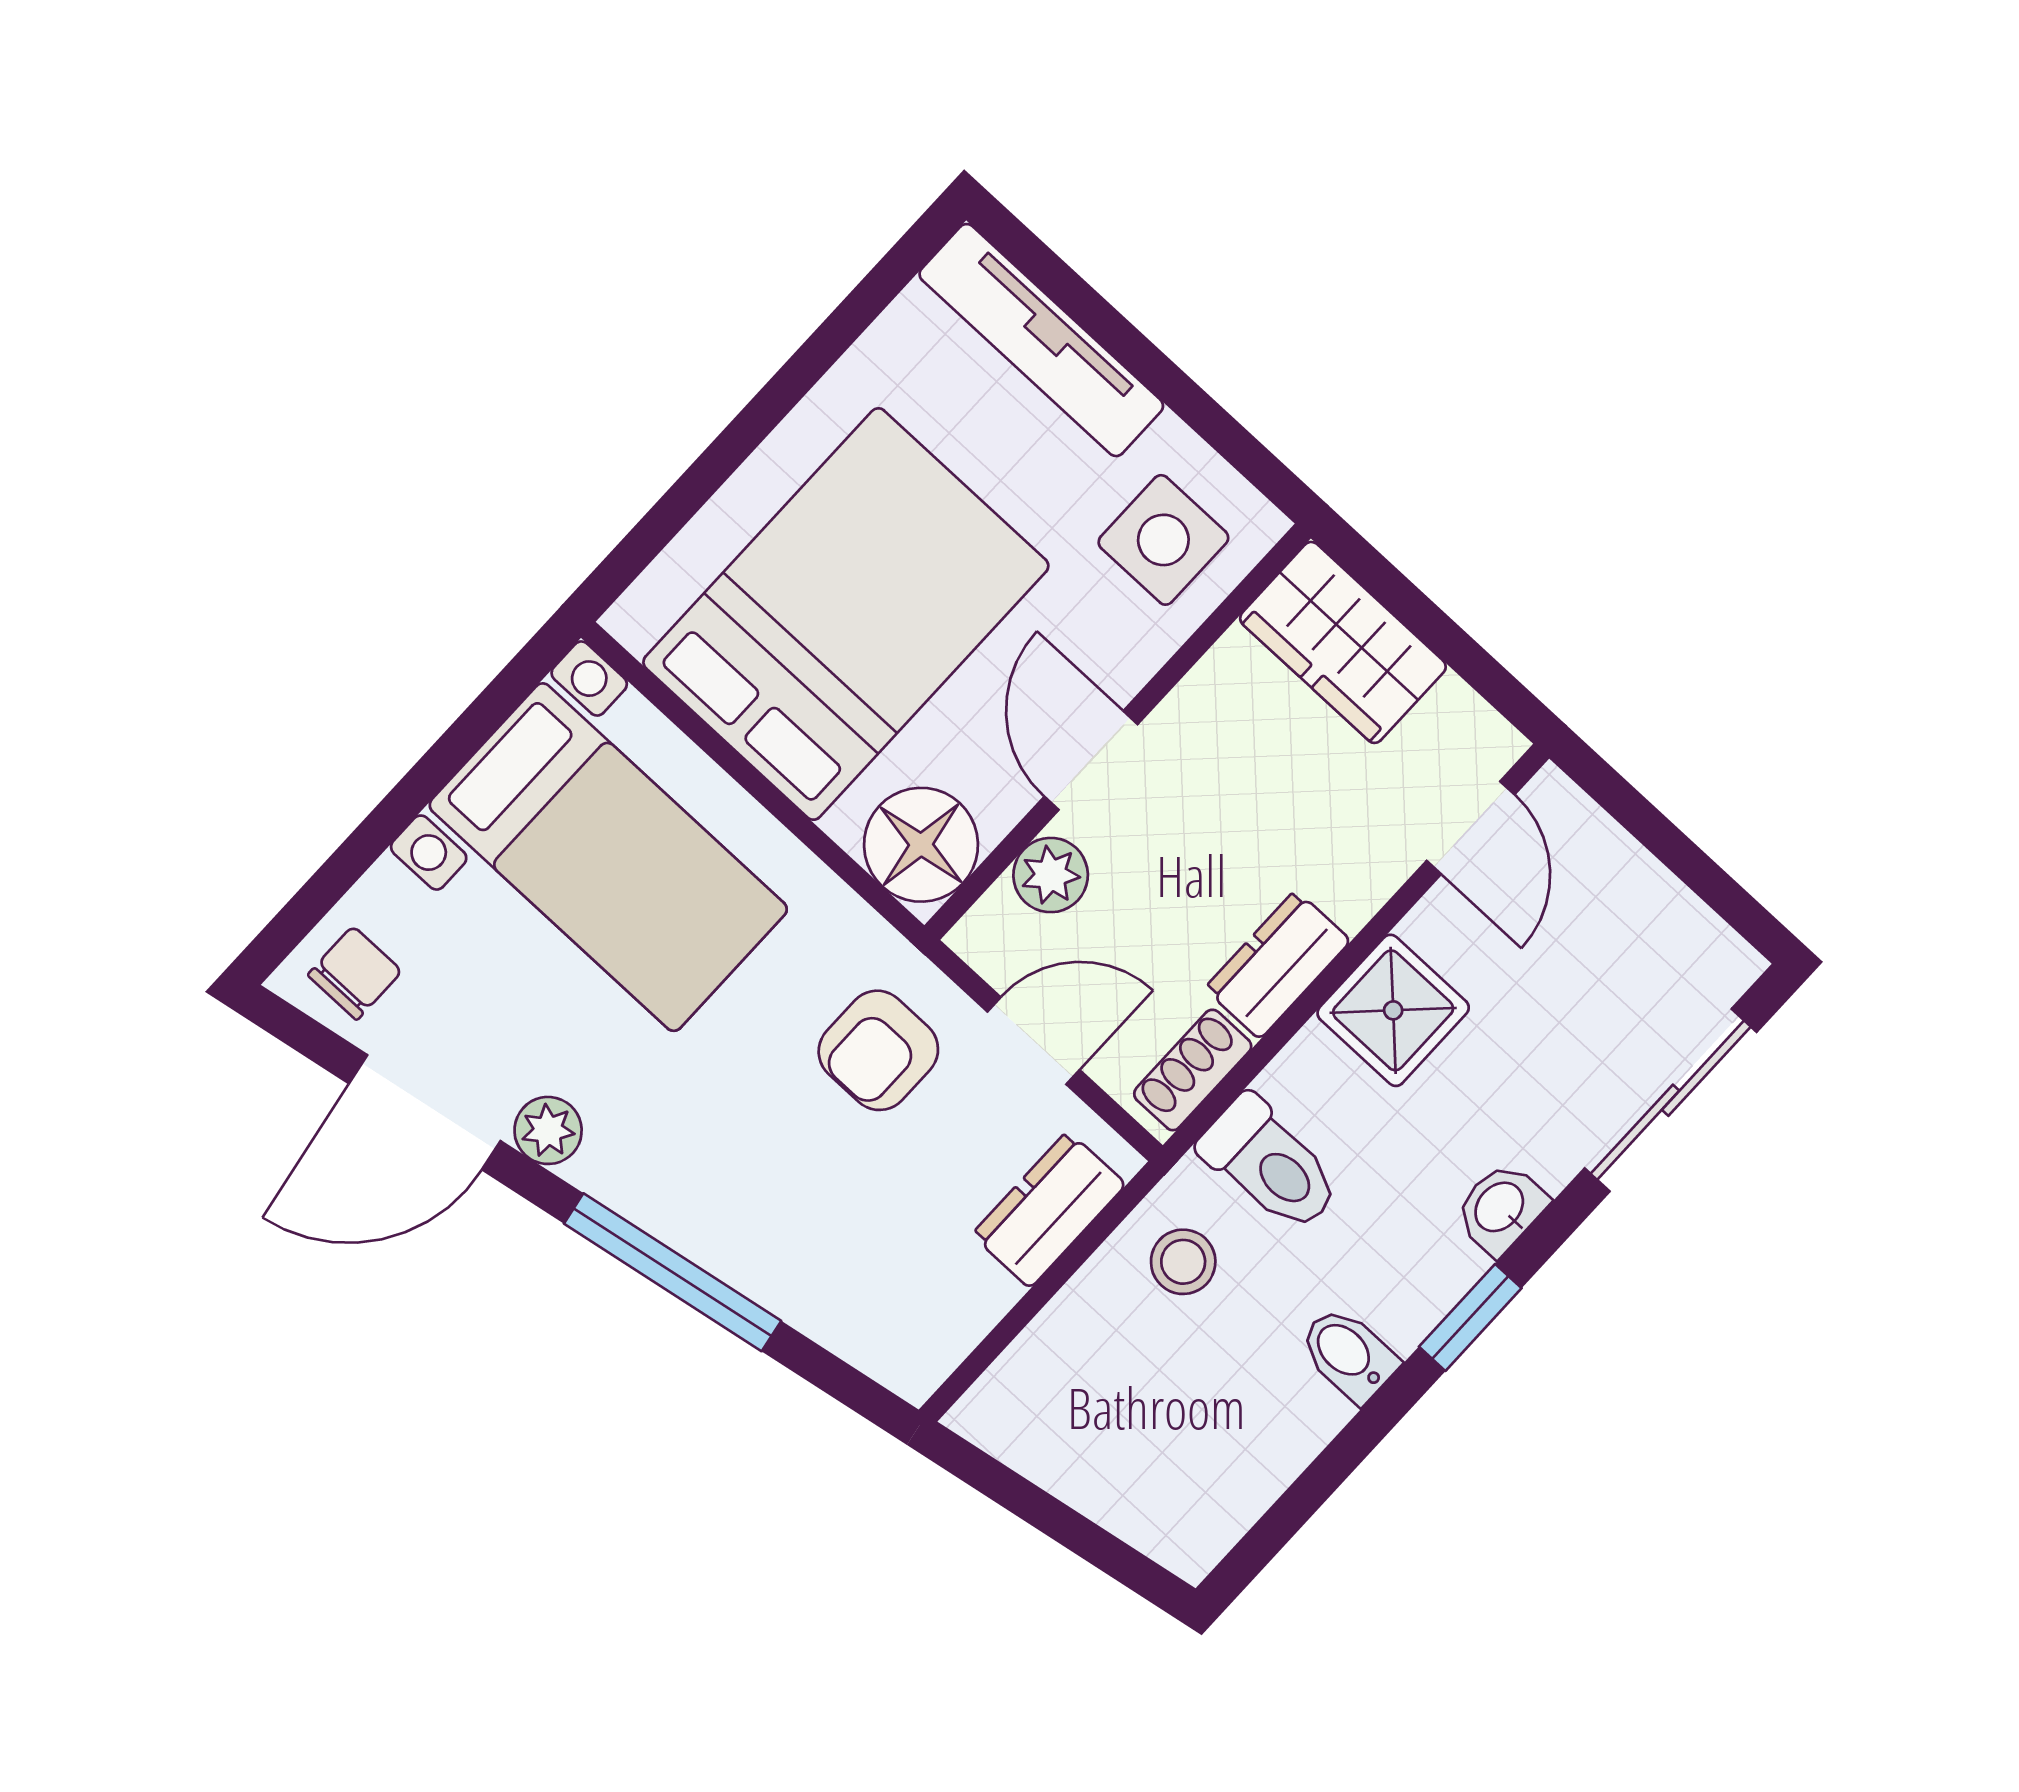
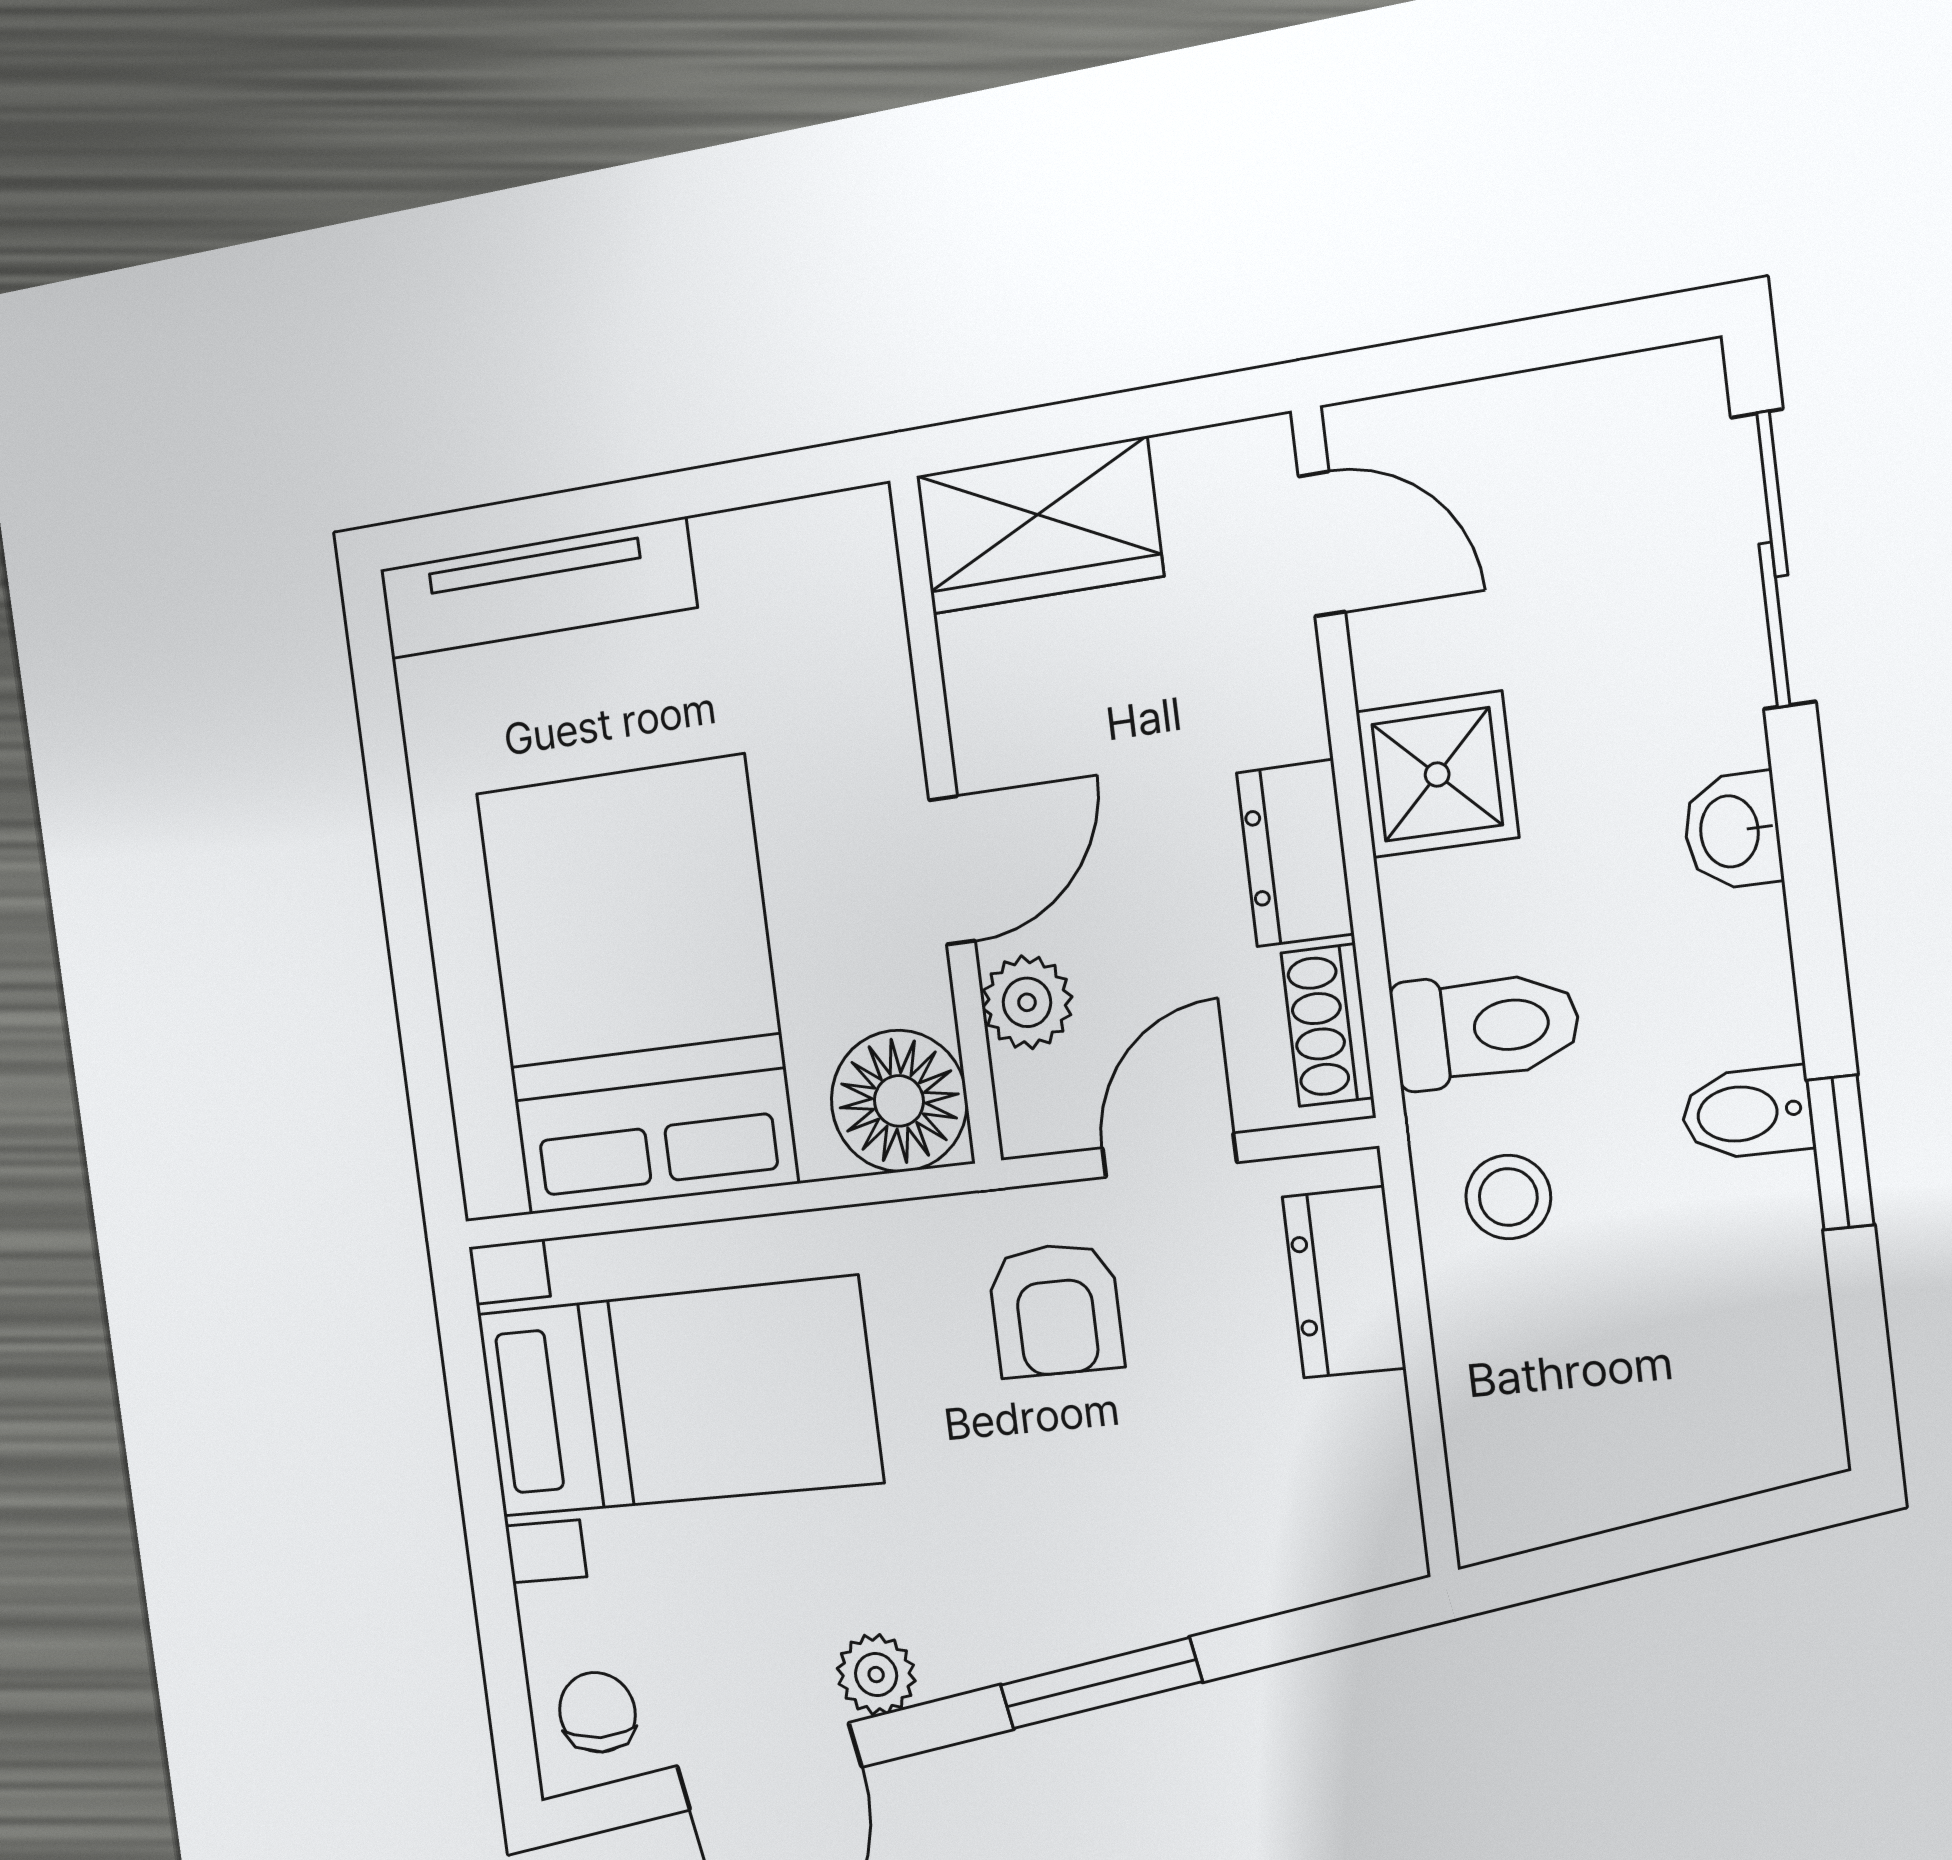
side table: (1163, 540) -> (805, 624), removed
door: (1091, 760) -> (952, 870), swing flipped
window: (673, 1272) -> (1101, 1683), width x0.69
window: (1470, 1317) -> (1841, 1152), moved

